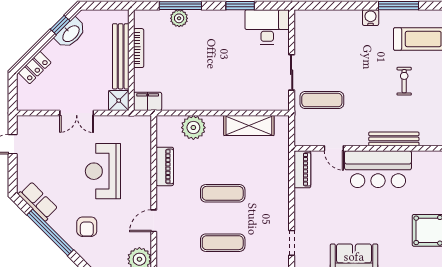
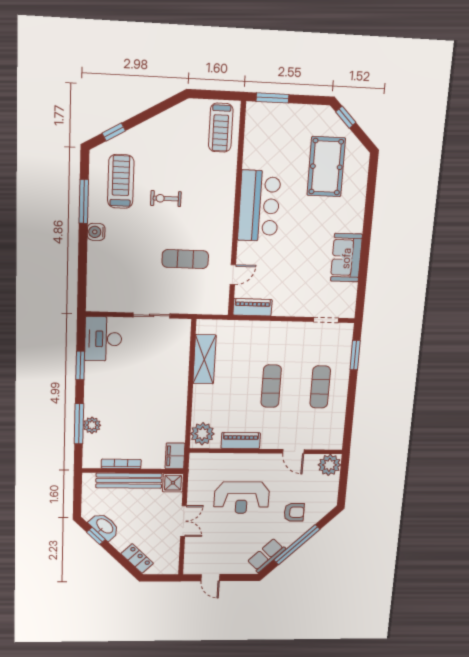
exercise mat: (322, 100) -> (185, 259), moved, turned 90
plant: (193, 128) -> (202, 434), moved
bench: (394, 139) -> (227, 212), removed
bar counter: (378, 169) -> (259, 206), moved

